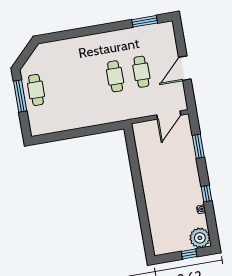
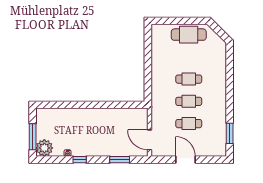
cafe table: (89, 81) -> (189, 79), added
cafe table: (36, 90) -> (189, 35), width x1.37, depth x1.35
window: (20, 96) -> (186, 21), removed
window: (189, 254) -> (33, 137), width x2.17

